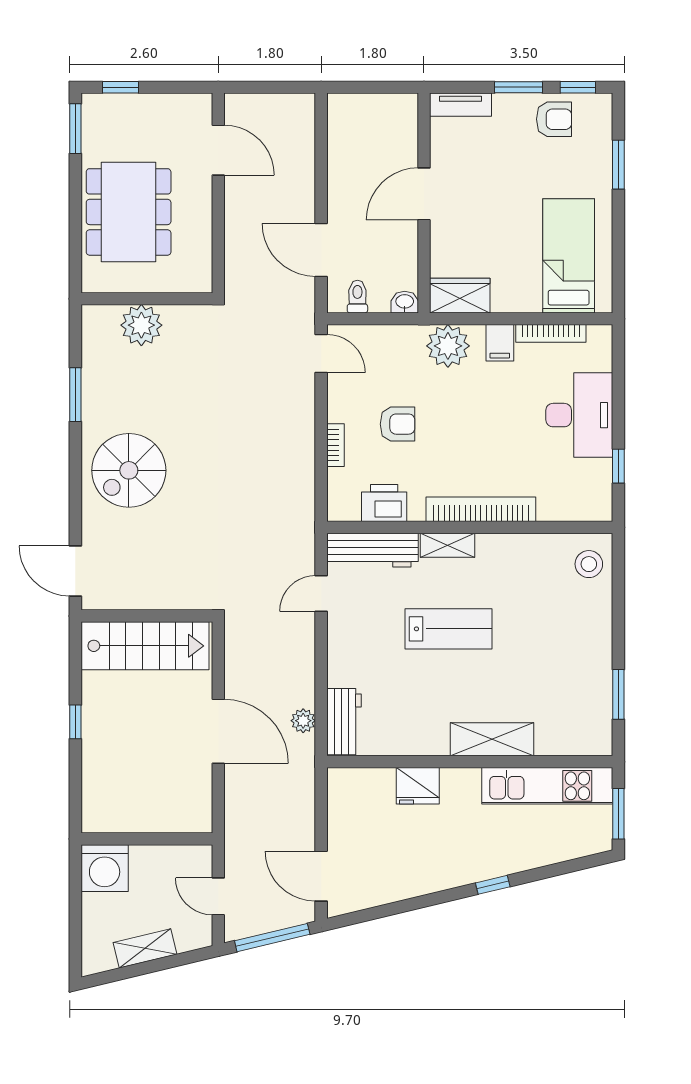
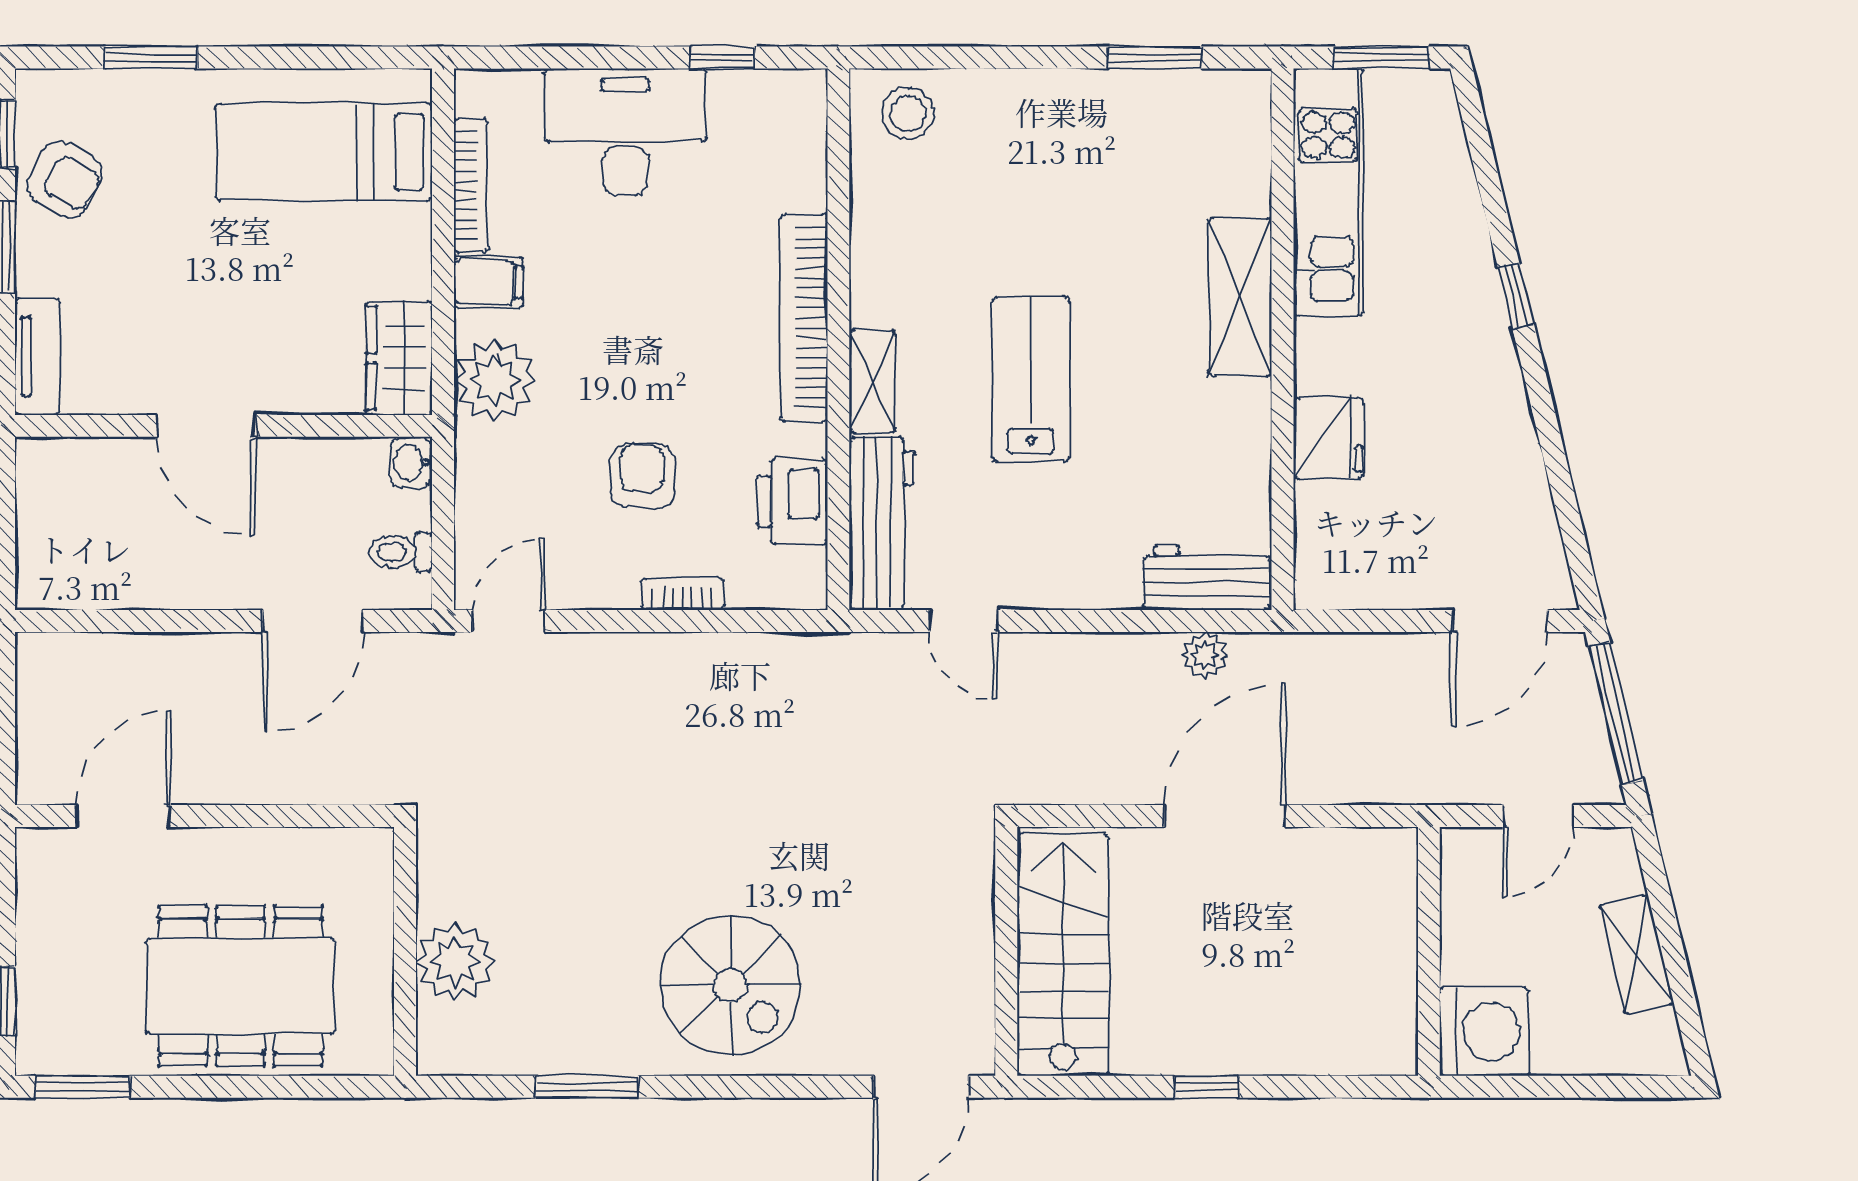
armchair: (554, 119) -> (65, 180), turned 119

